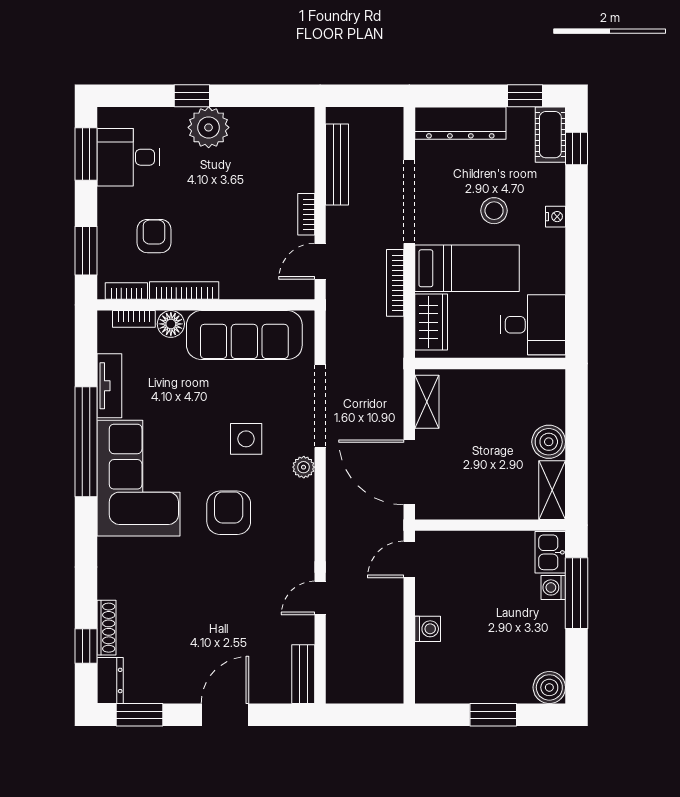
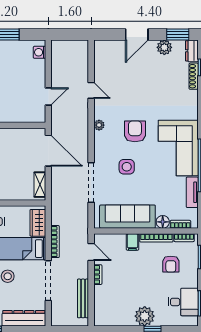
door: (320, 261) -> (91, 252), hinge flipped
filing cabinet: (234, 282) -> (132, 242), added
plant: (304, 467) -> (99, 125), moved
armchair: (229, 513) -> (135, 131), turned 180
door: (409, 559) -> (48, 96), moved
door: (320, 598) -> (91, 90), hinge flipped
washing machine: (428, 629) -> (40, 52), moved
bench: (303, 674) -> (99, 54), removed
plant: (167, 688) -> (164, 47), added

